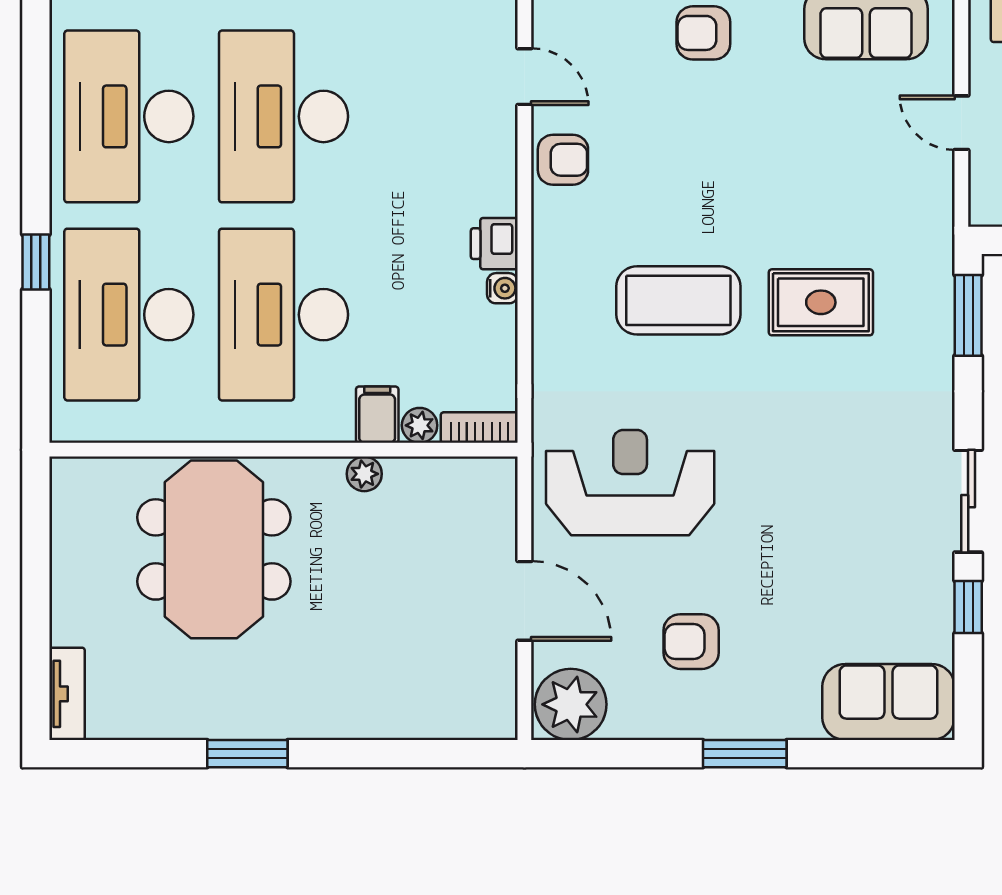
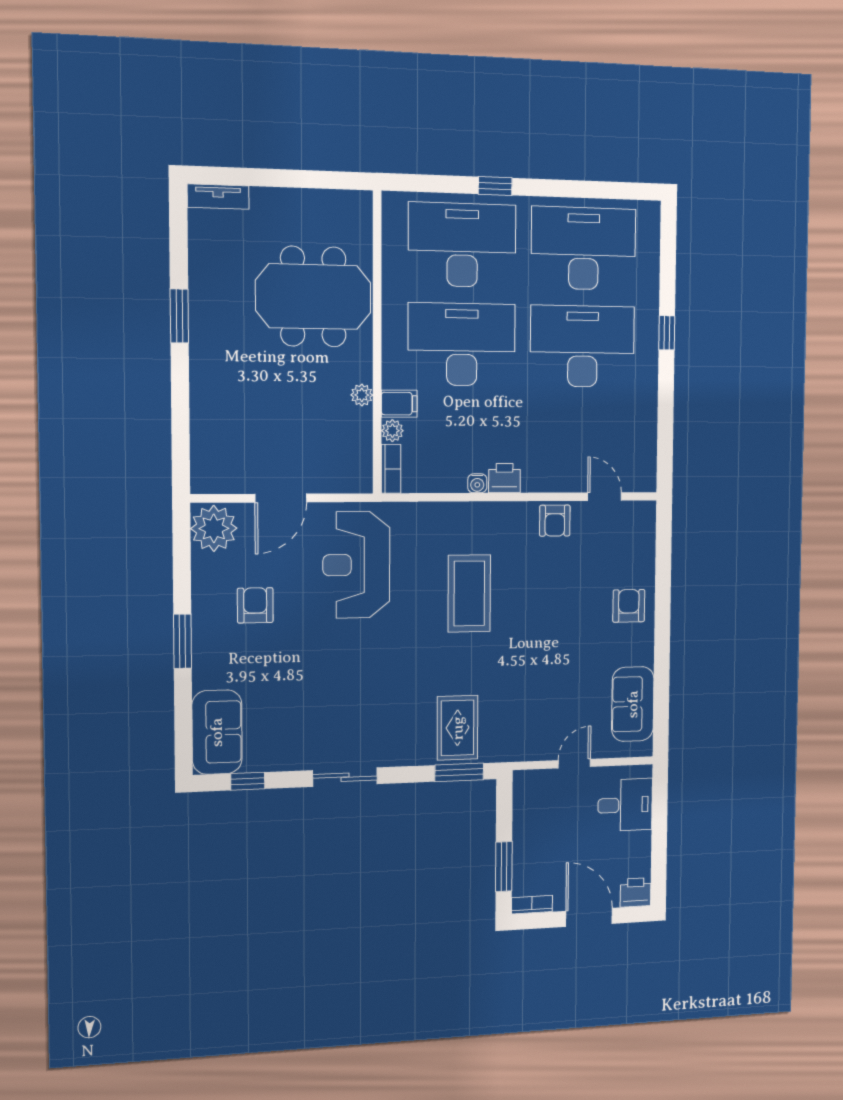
door: (524, 77) -> (604, 497), swing flipped
rug: (821, 302) -> (458, 728), moved
reception desk: (630, 483) -> (356, 565), turned 180
window: (968, 607) -> (248, 781), moved

